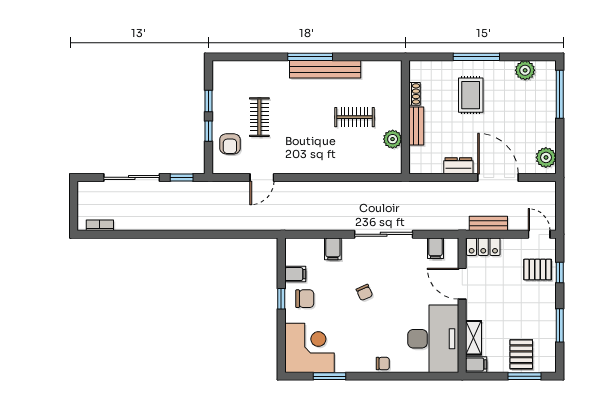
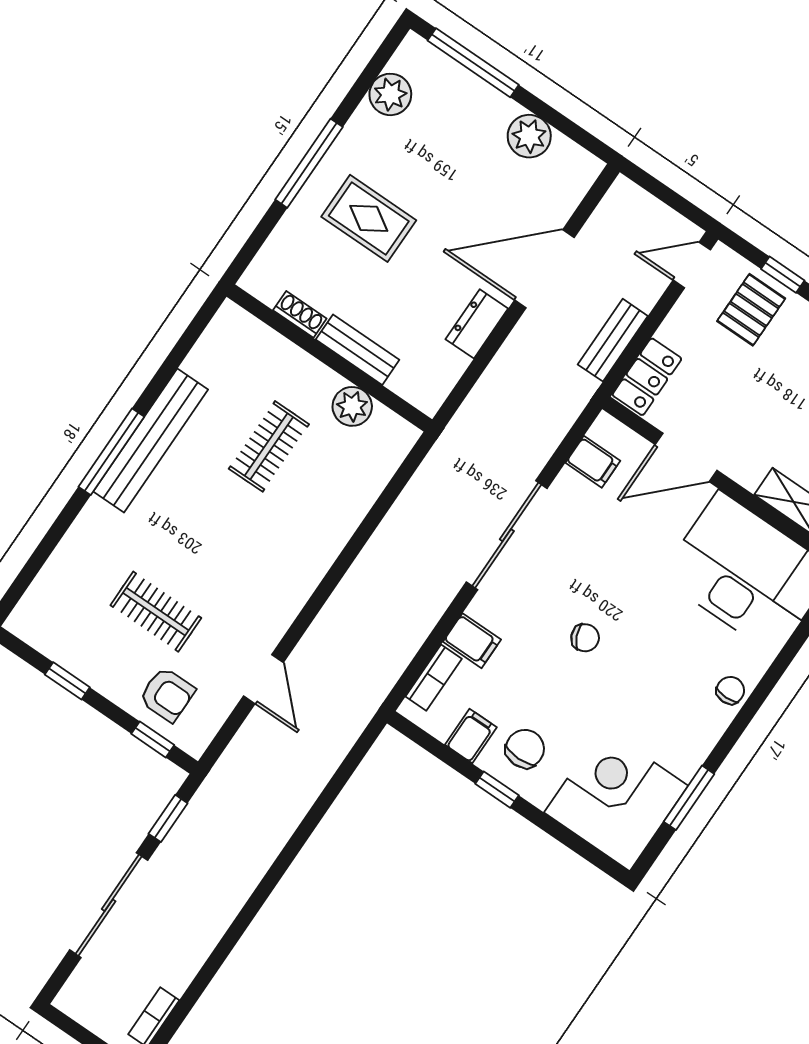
window: (208, 131) -> (153, 739), moved
plant: (546, 157) -> (529, 136), moved
bookcase: (308, 244) -> (434, 678), added

